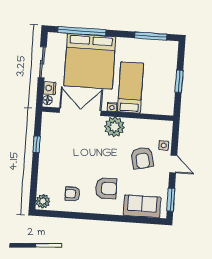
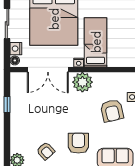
double door: (80, 112) -> (48, 70), swing flipped
armchair: (106, 188) -> (78, 143), turned -90
armchair: (72, 194) -> (46, 151), turned -132

